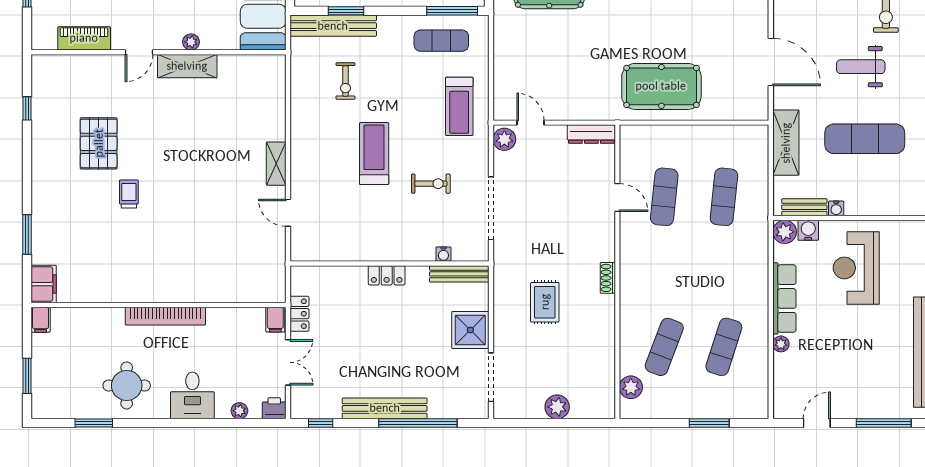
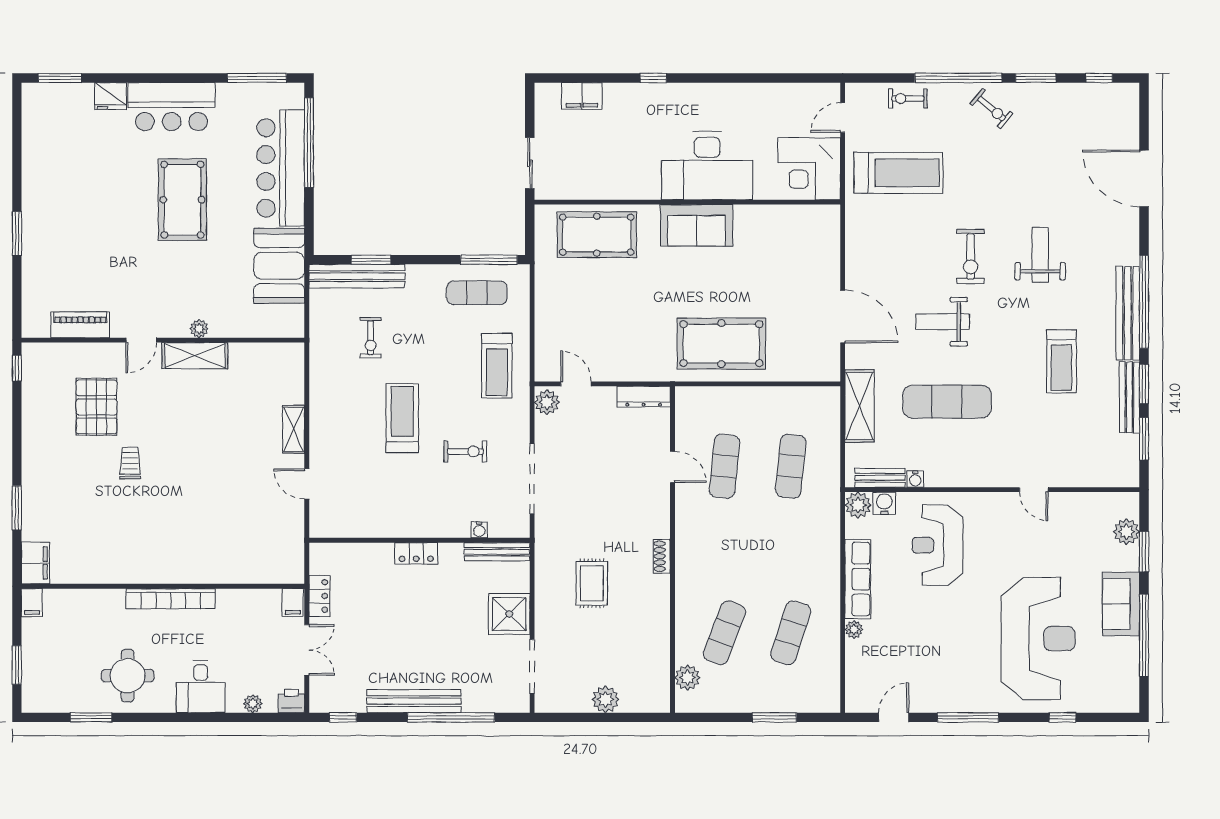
piano: (84, 38) -> (80, 325), moved
plant: (191, 42) -> (199, 329), moved
door: (139, 52) -> (141, 340), moved
wall: (158, 52) -> (163, 340), moved
shelving: (187, 66) -> (195, 356), moved

